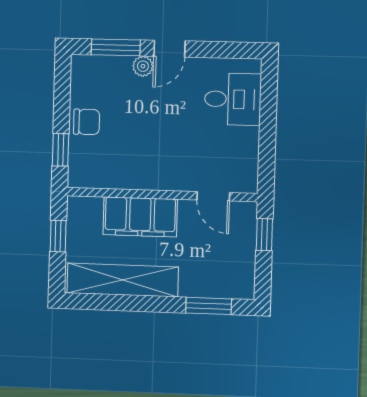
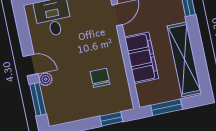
chair: (87, 122) -> (100, 78), moved
window: (58, 236) -> (167, 107), width x1.50

